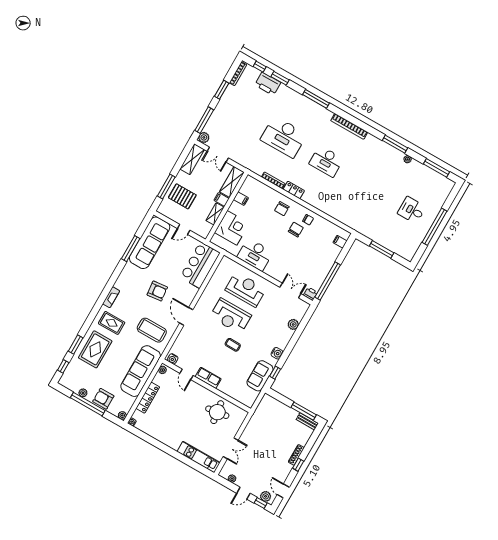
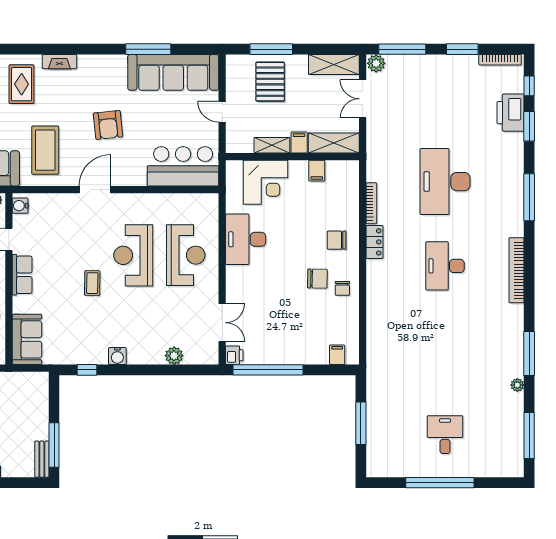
sofa: (260, 376) -> (27, 339), moved, turned 90

